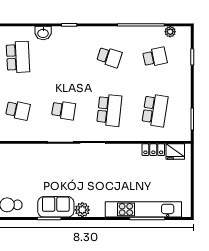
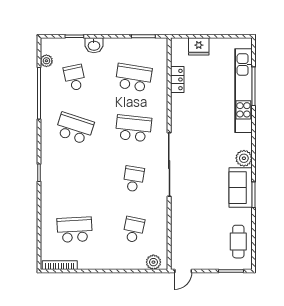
washbasin: (43, 33) -> (94, 45), moved, turned 90
school desk: (109, 57) -> (75, 128), width x1.85
fridge: (175, 152) -> (199, 46), moved, turned 90

